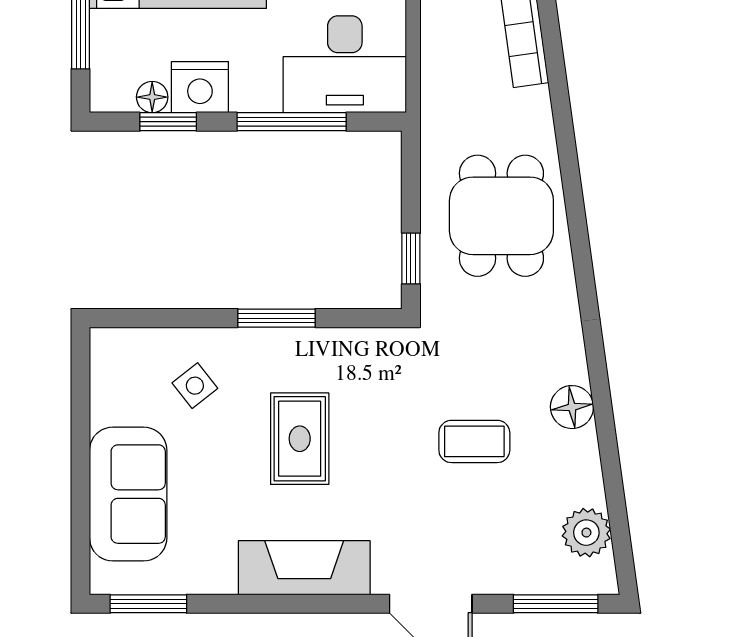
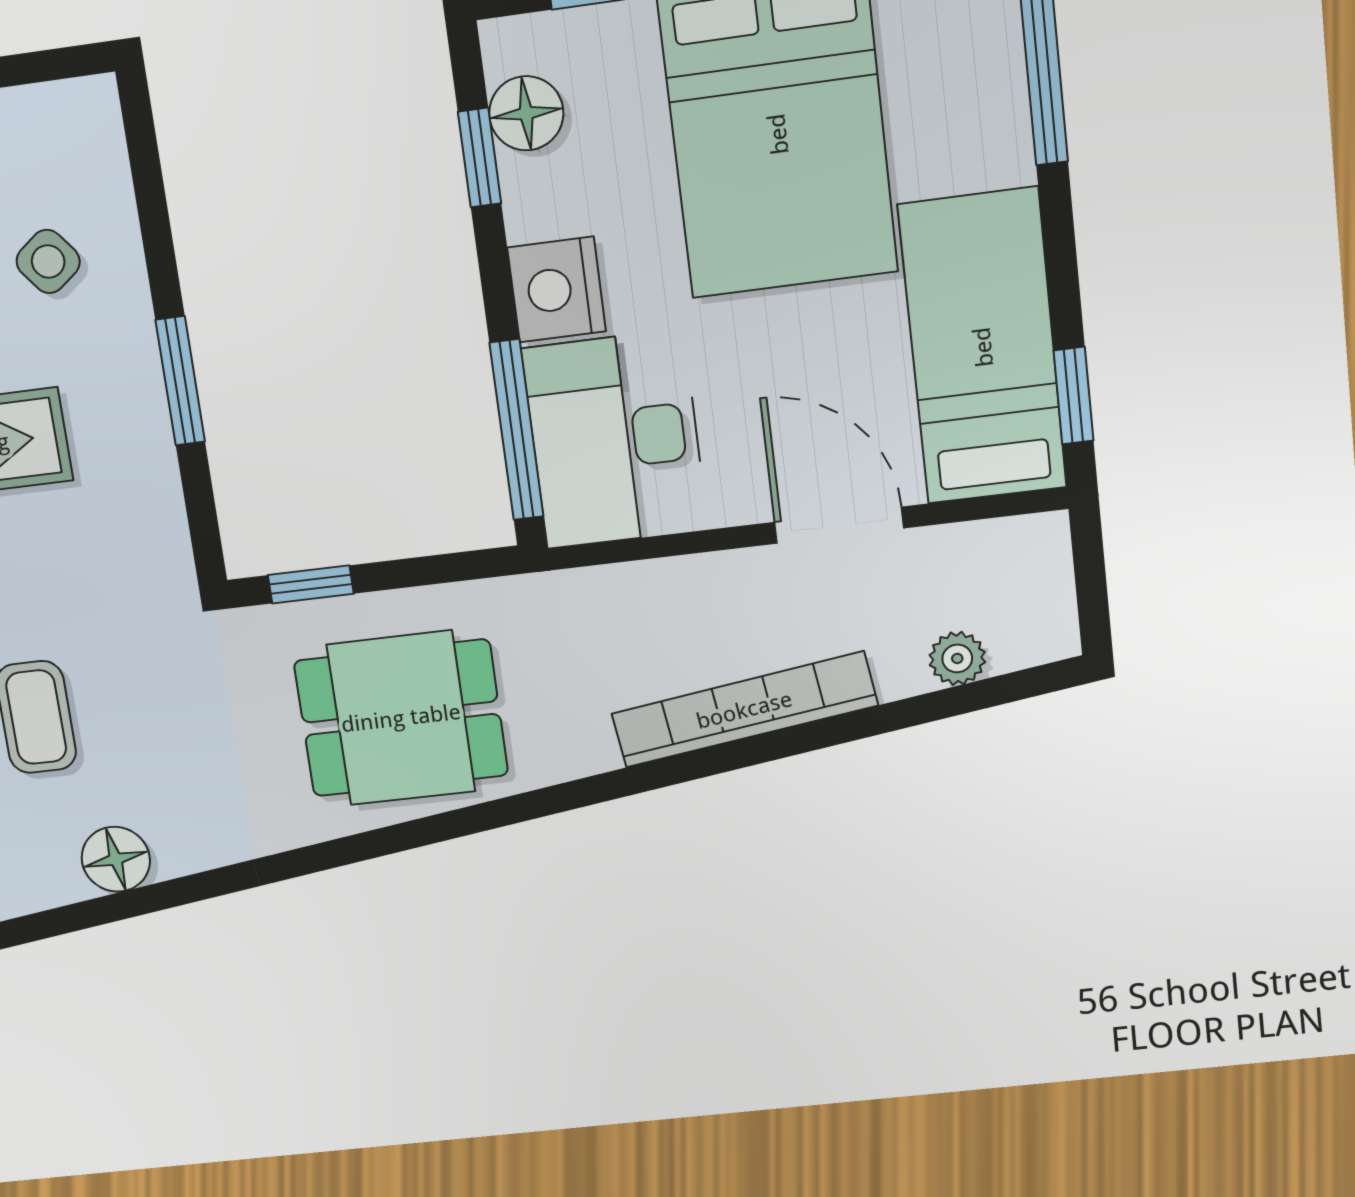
nightstand: (200, 87) -> (556, 290), moved
floor lamp: (152, 97) -> (526, 113), width x1.37, depth x1.37
window: (292, 122) -> (517, 430), moved

